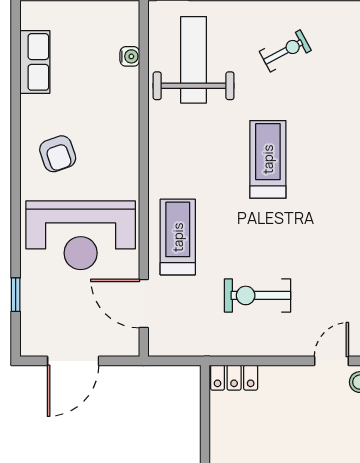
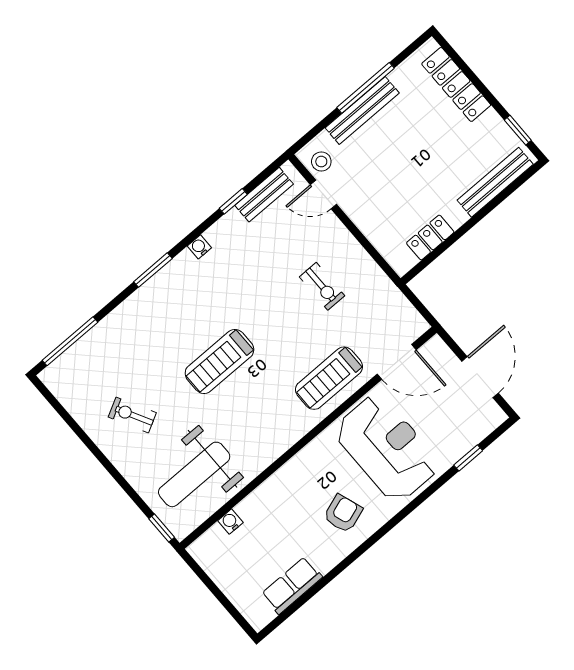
exercise bike: (258, 295) -> (322, 286), width x0.73, depth x0.72
door: (144, 303) -> (397, 362), hinge flipped
door: (73, 361) -> (480, 377), hinge flipped
locker: (234, 378) -> (430, 237), moved, turned -90

